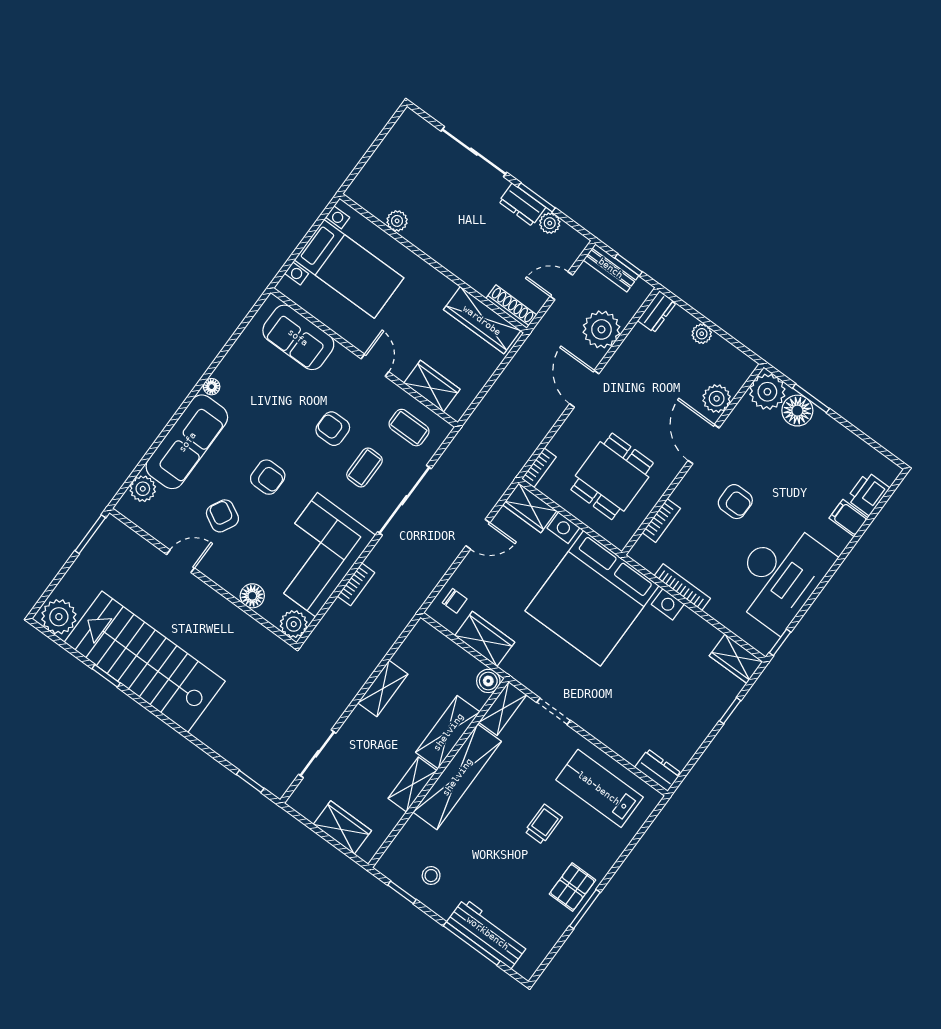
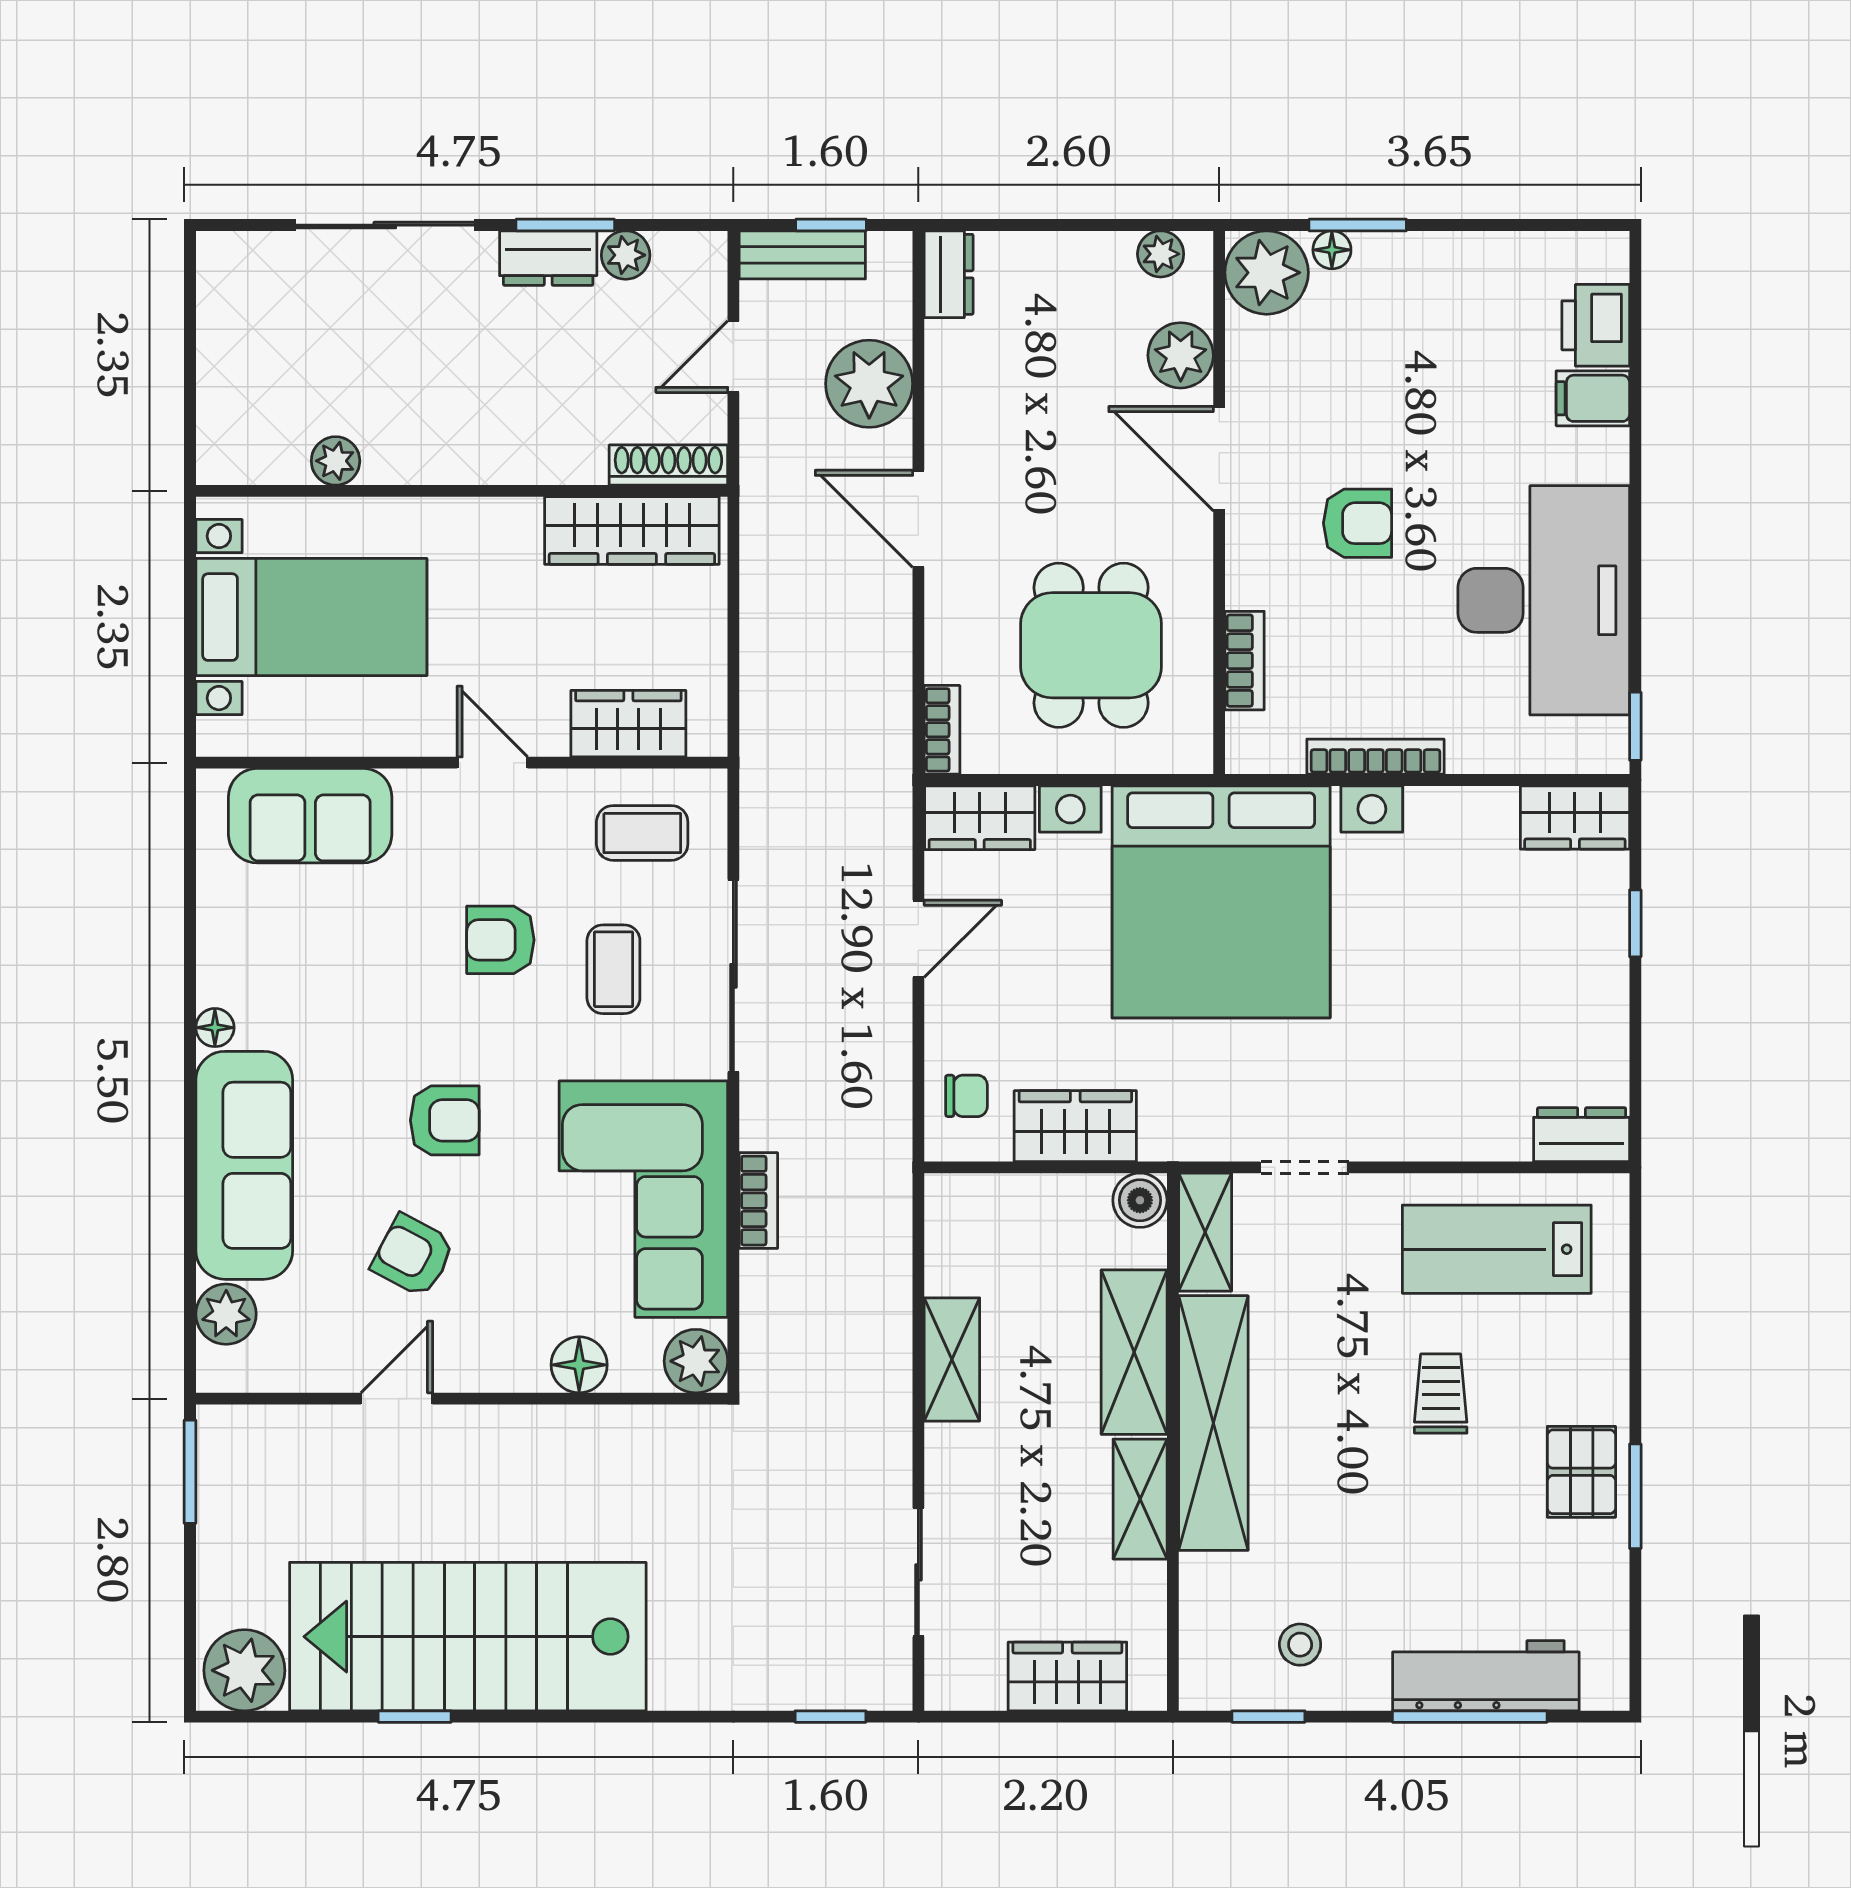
plant: (702, 334) -> (1161, 254), moved
floor lamp: (797, 411) -> (1332, 250), width x0.53, depth x0.53

